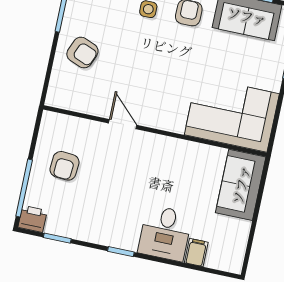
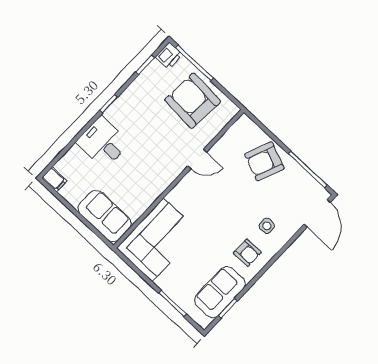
armchair: (82, 53) -> (264, 161), width x1.38, depth x1.38
armchair: (64, 166) -> (193, 101), width x1.88, depth x1.88
filing cabinet: (196, 252) -> (54, 179), moved

